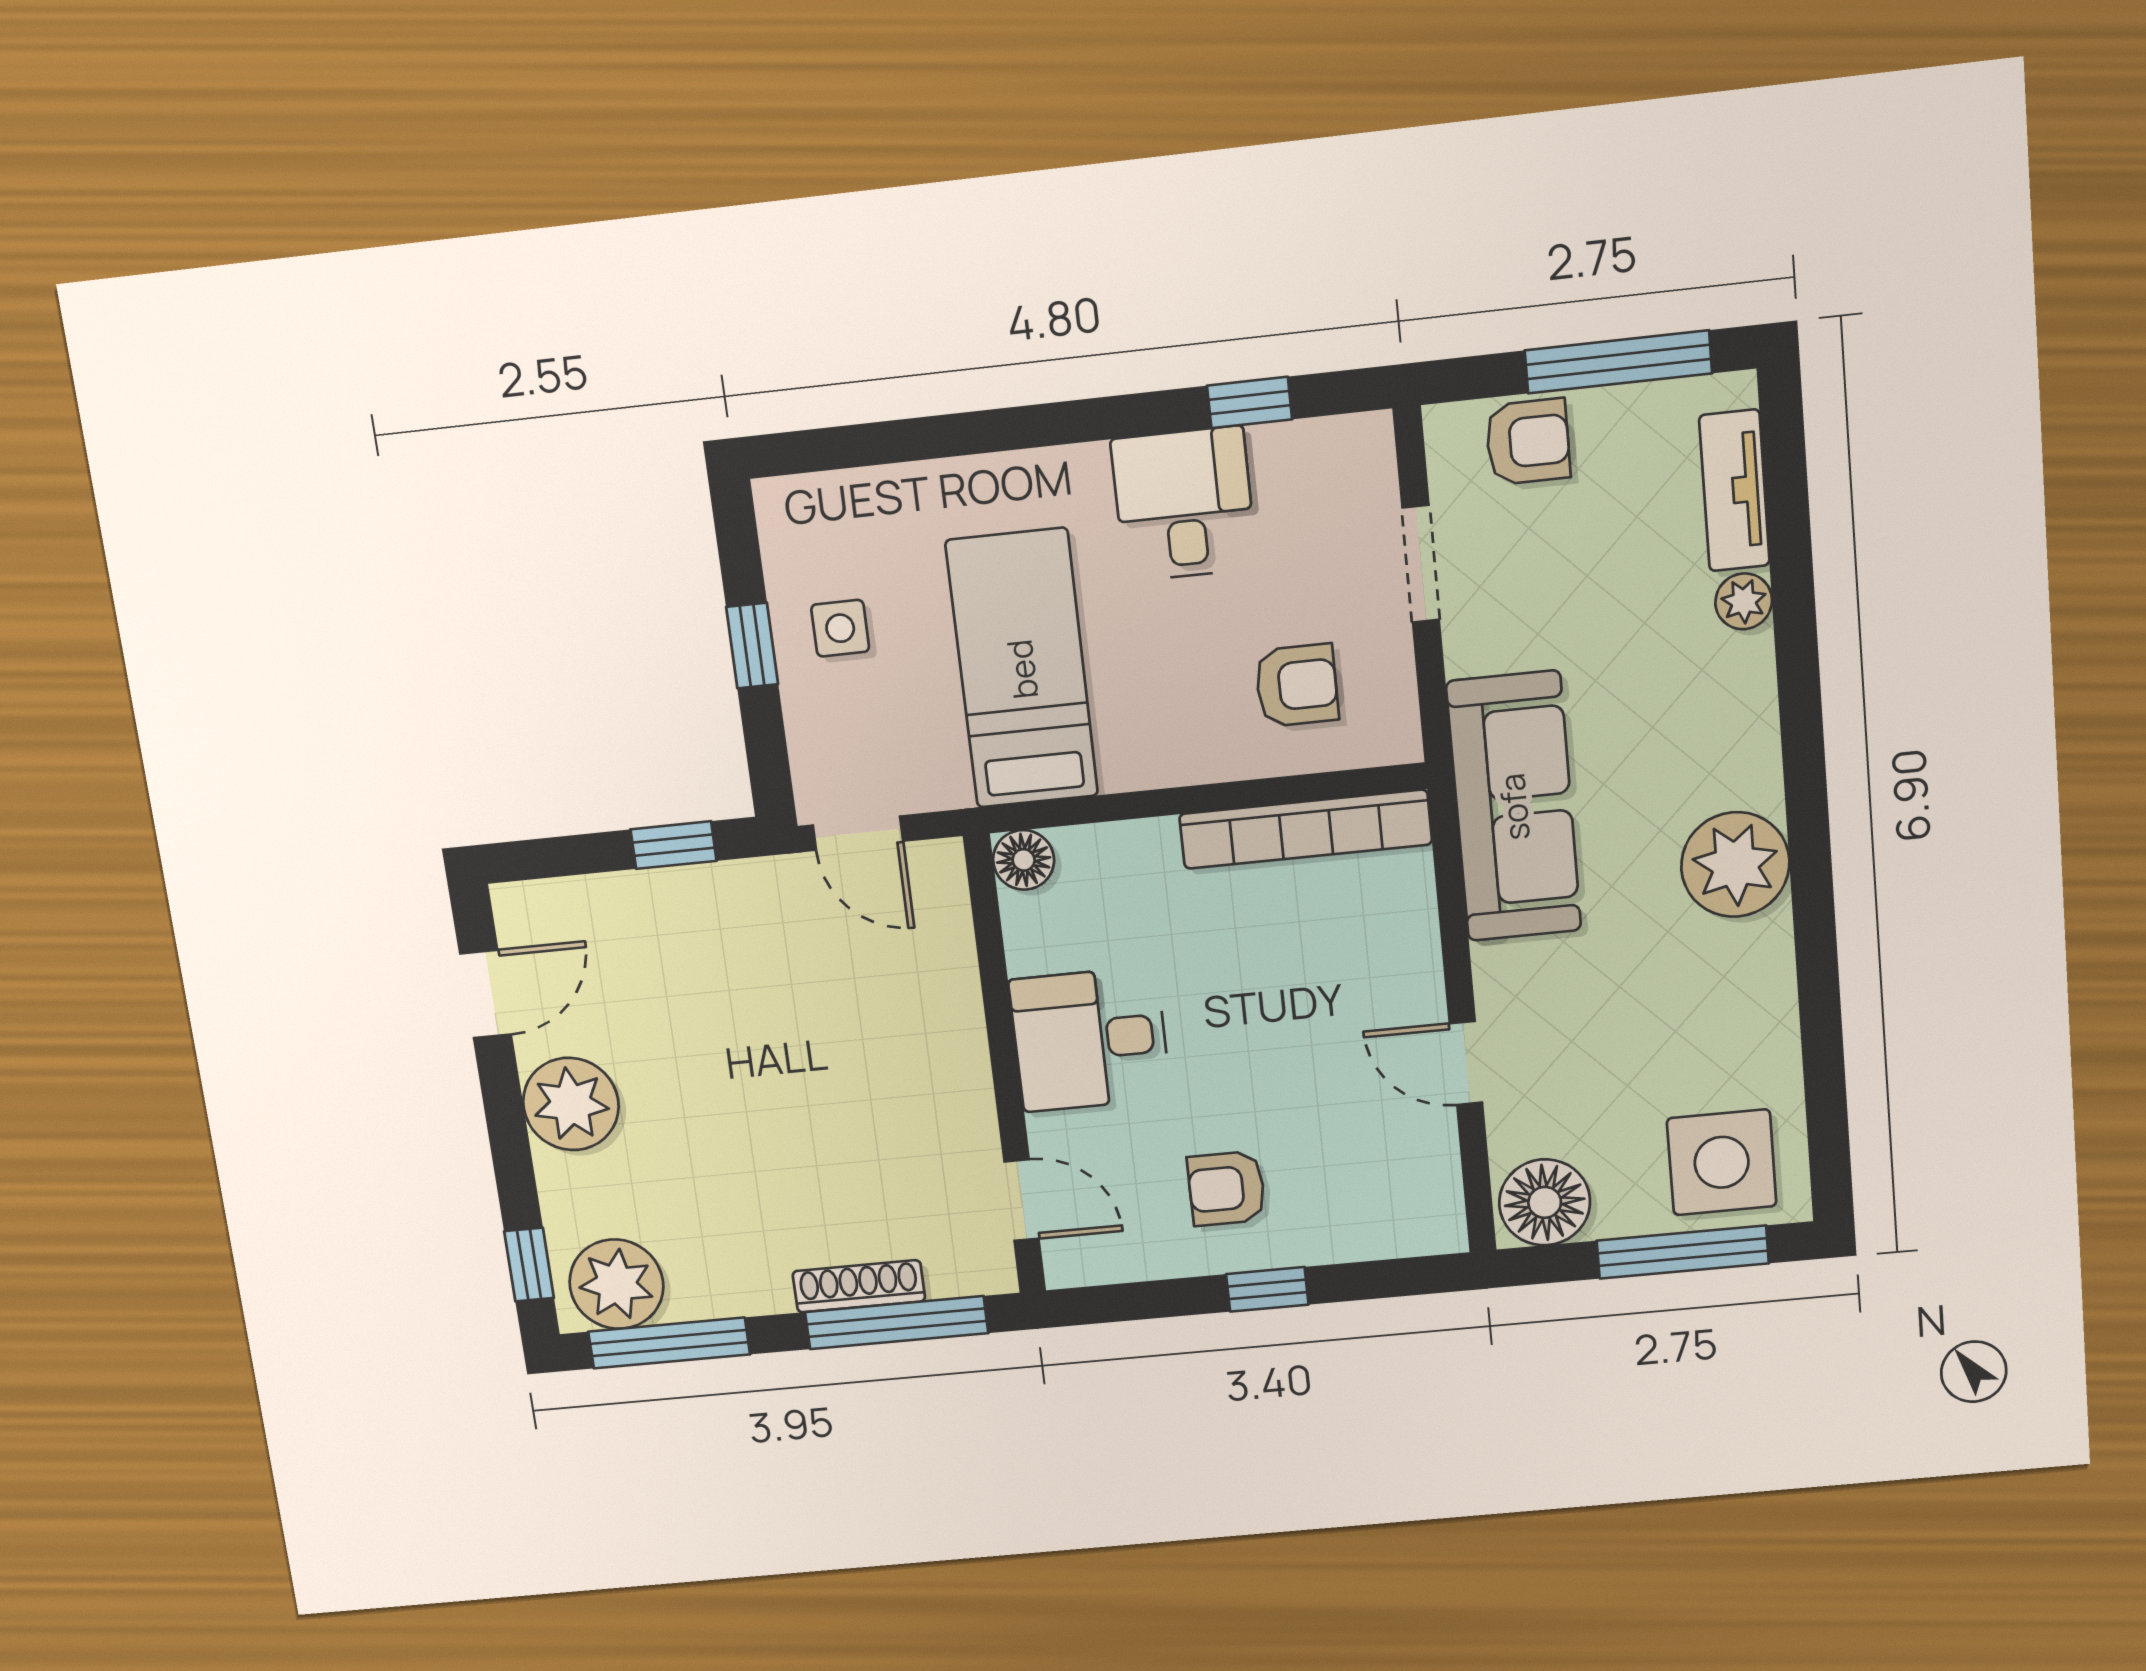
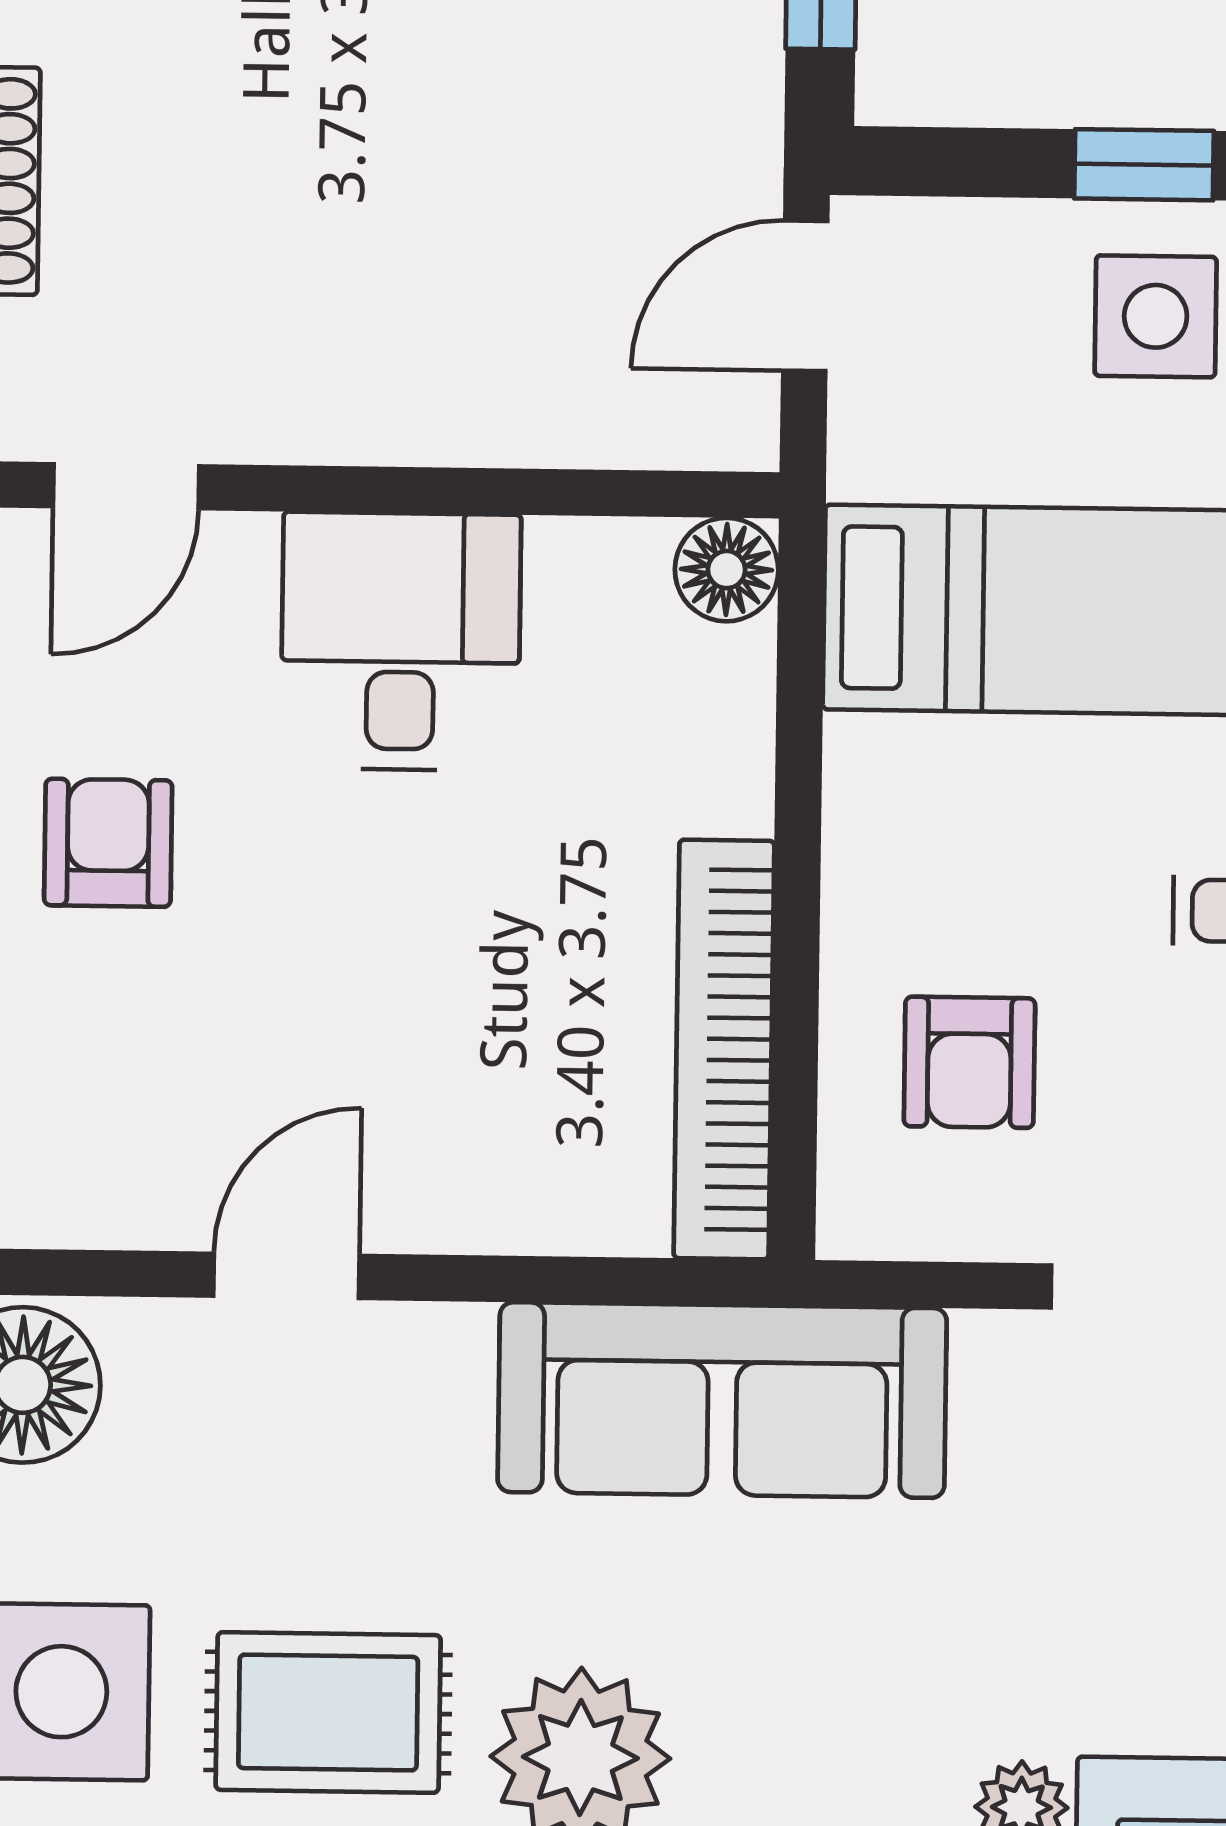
side table: (840, 628) -> (1156, 316), width x1.37, depth x1.37
rug: (1721, 1012) -> (328, 1712), added

